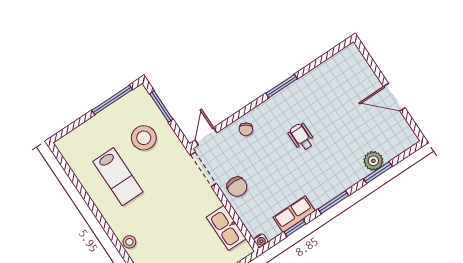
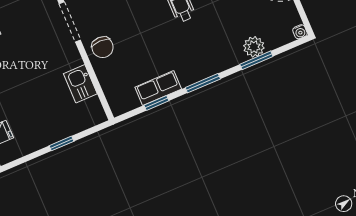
kitchen sink: (226, 228) -> (80, 84), width x0.73
water cooler: (261, 240) -> (300, 32), moved

